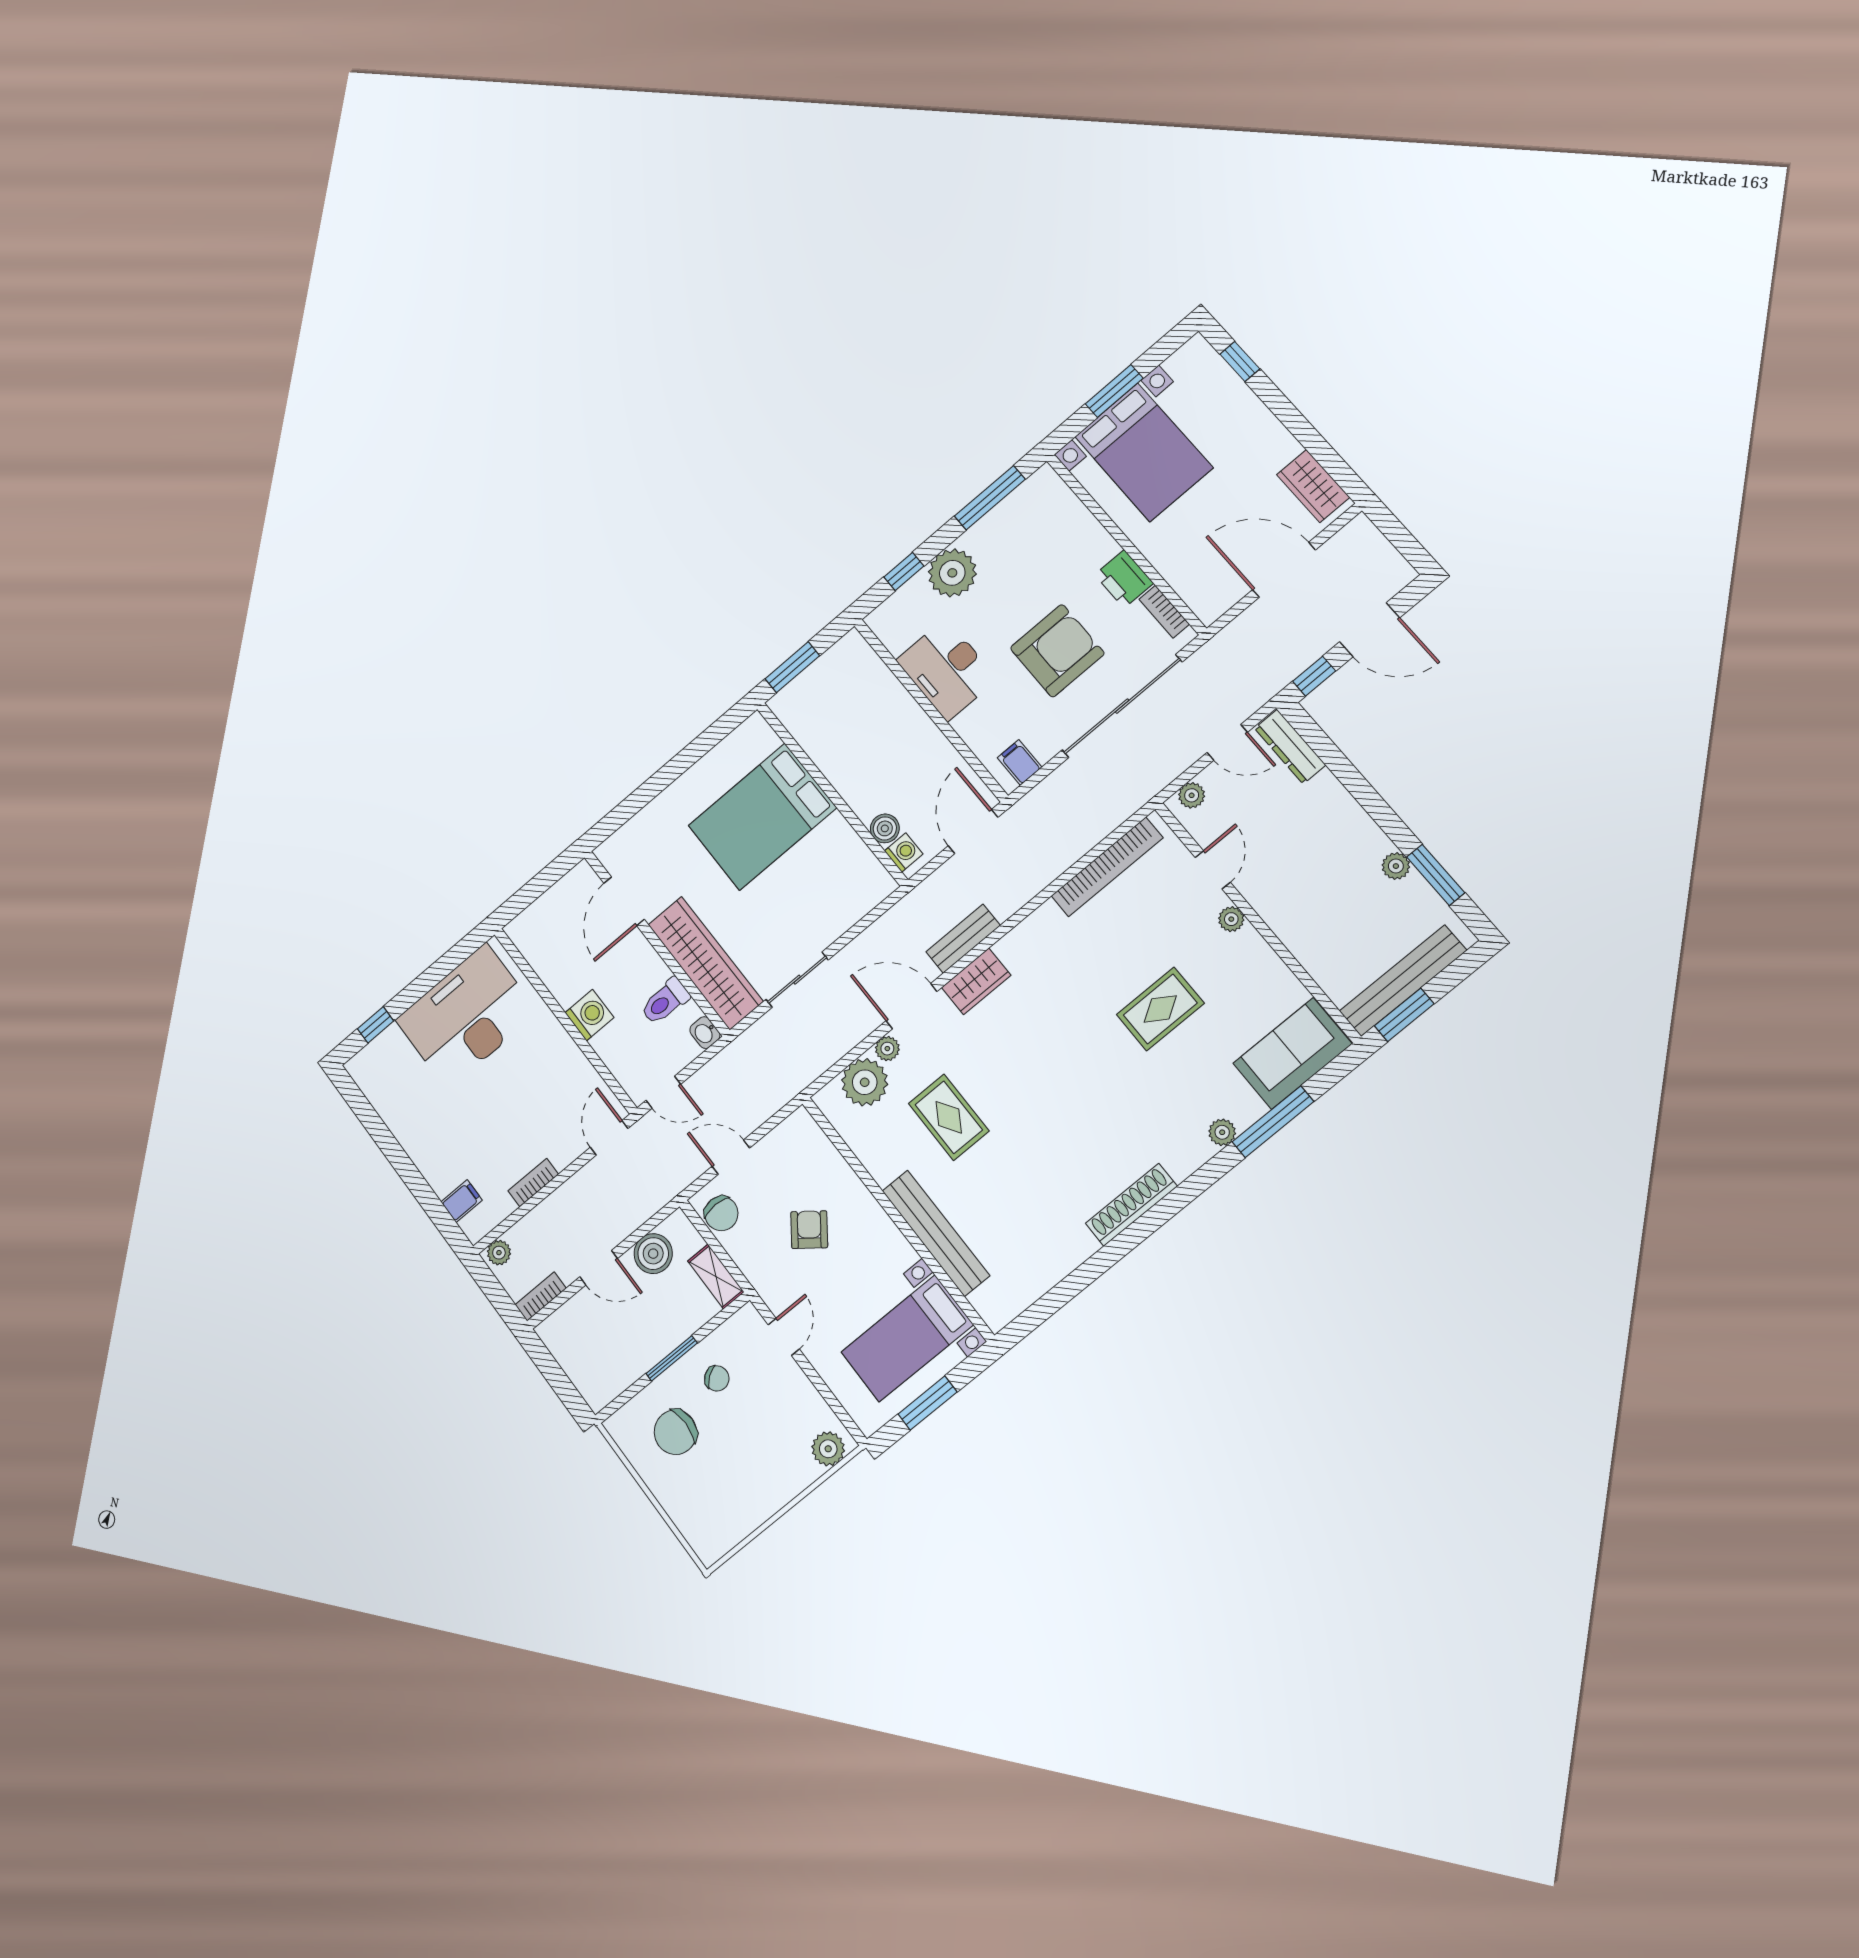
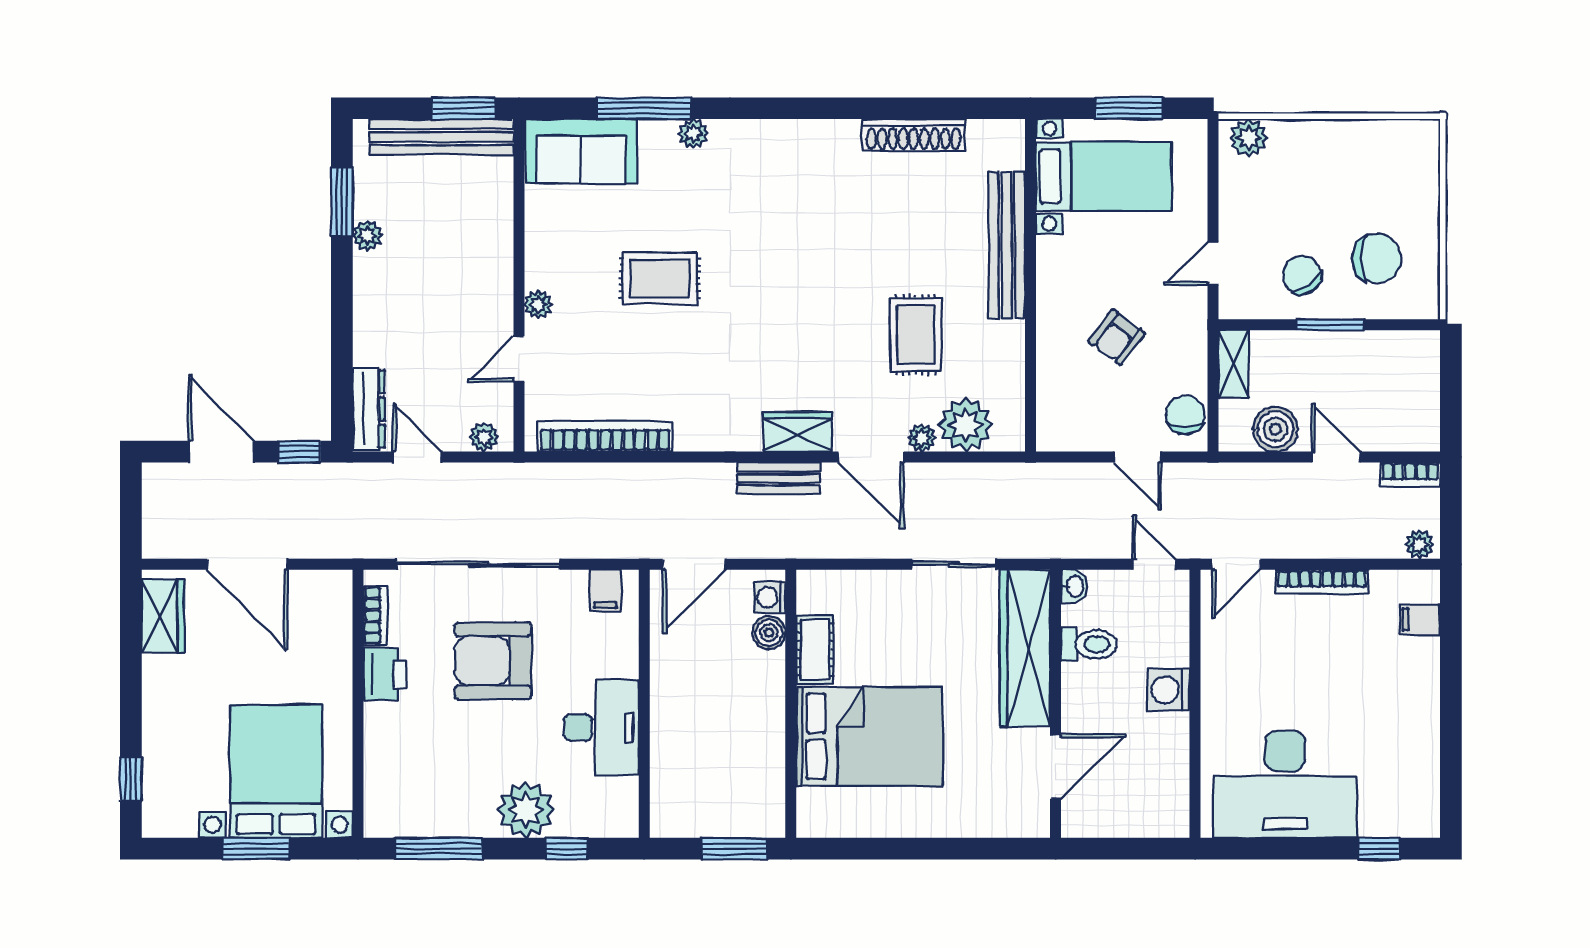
cot: (845, 843) -> (815, 650), added
bookcase: (533, 1183) -> (1322, 582), width x1.56
shoe rack: (1131, 1205) -> (914, 135), moved
chair: (717, 1378) -> (1302, 275), width x1.37, depth x1.37

